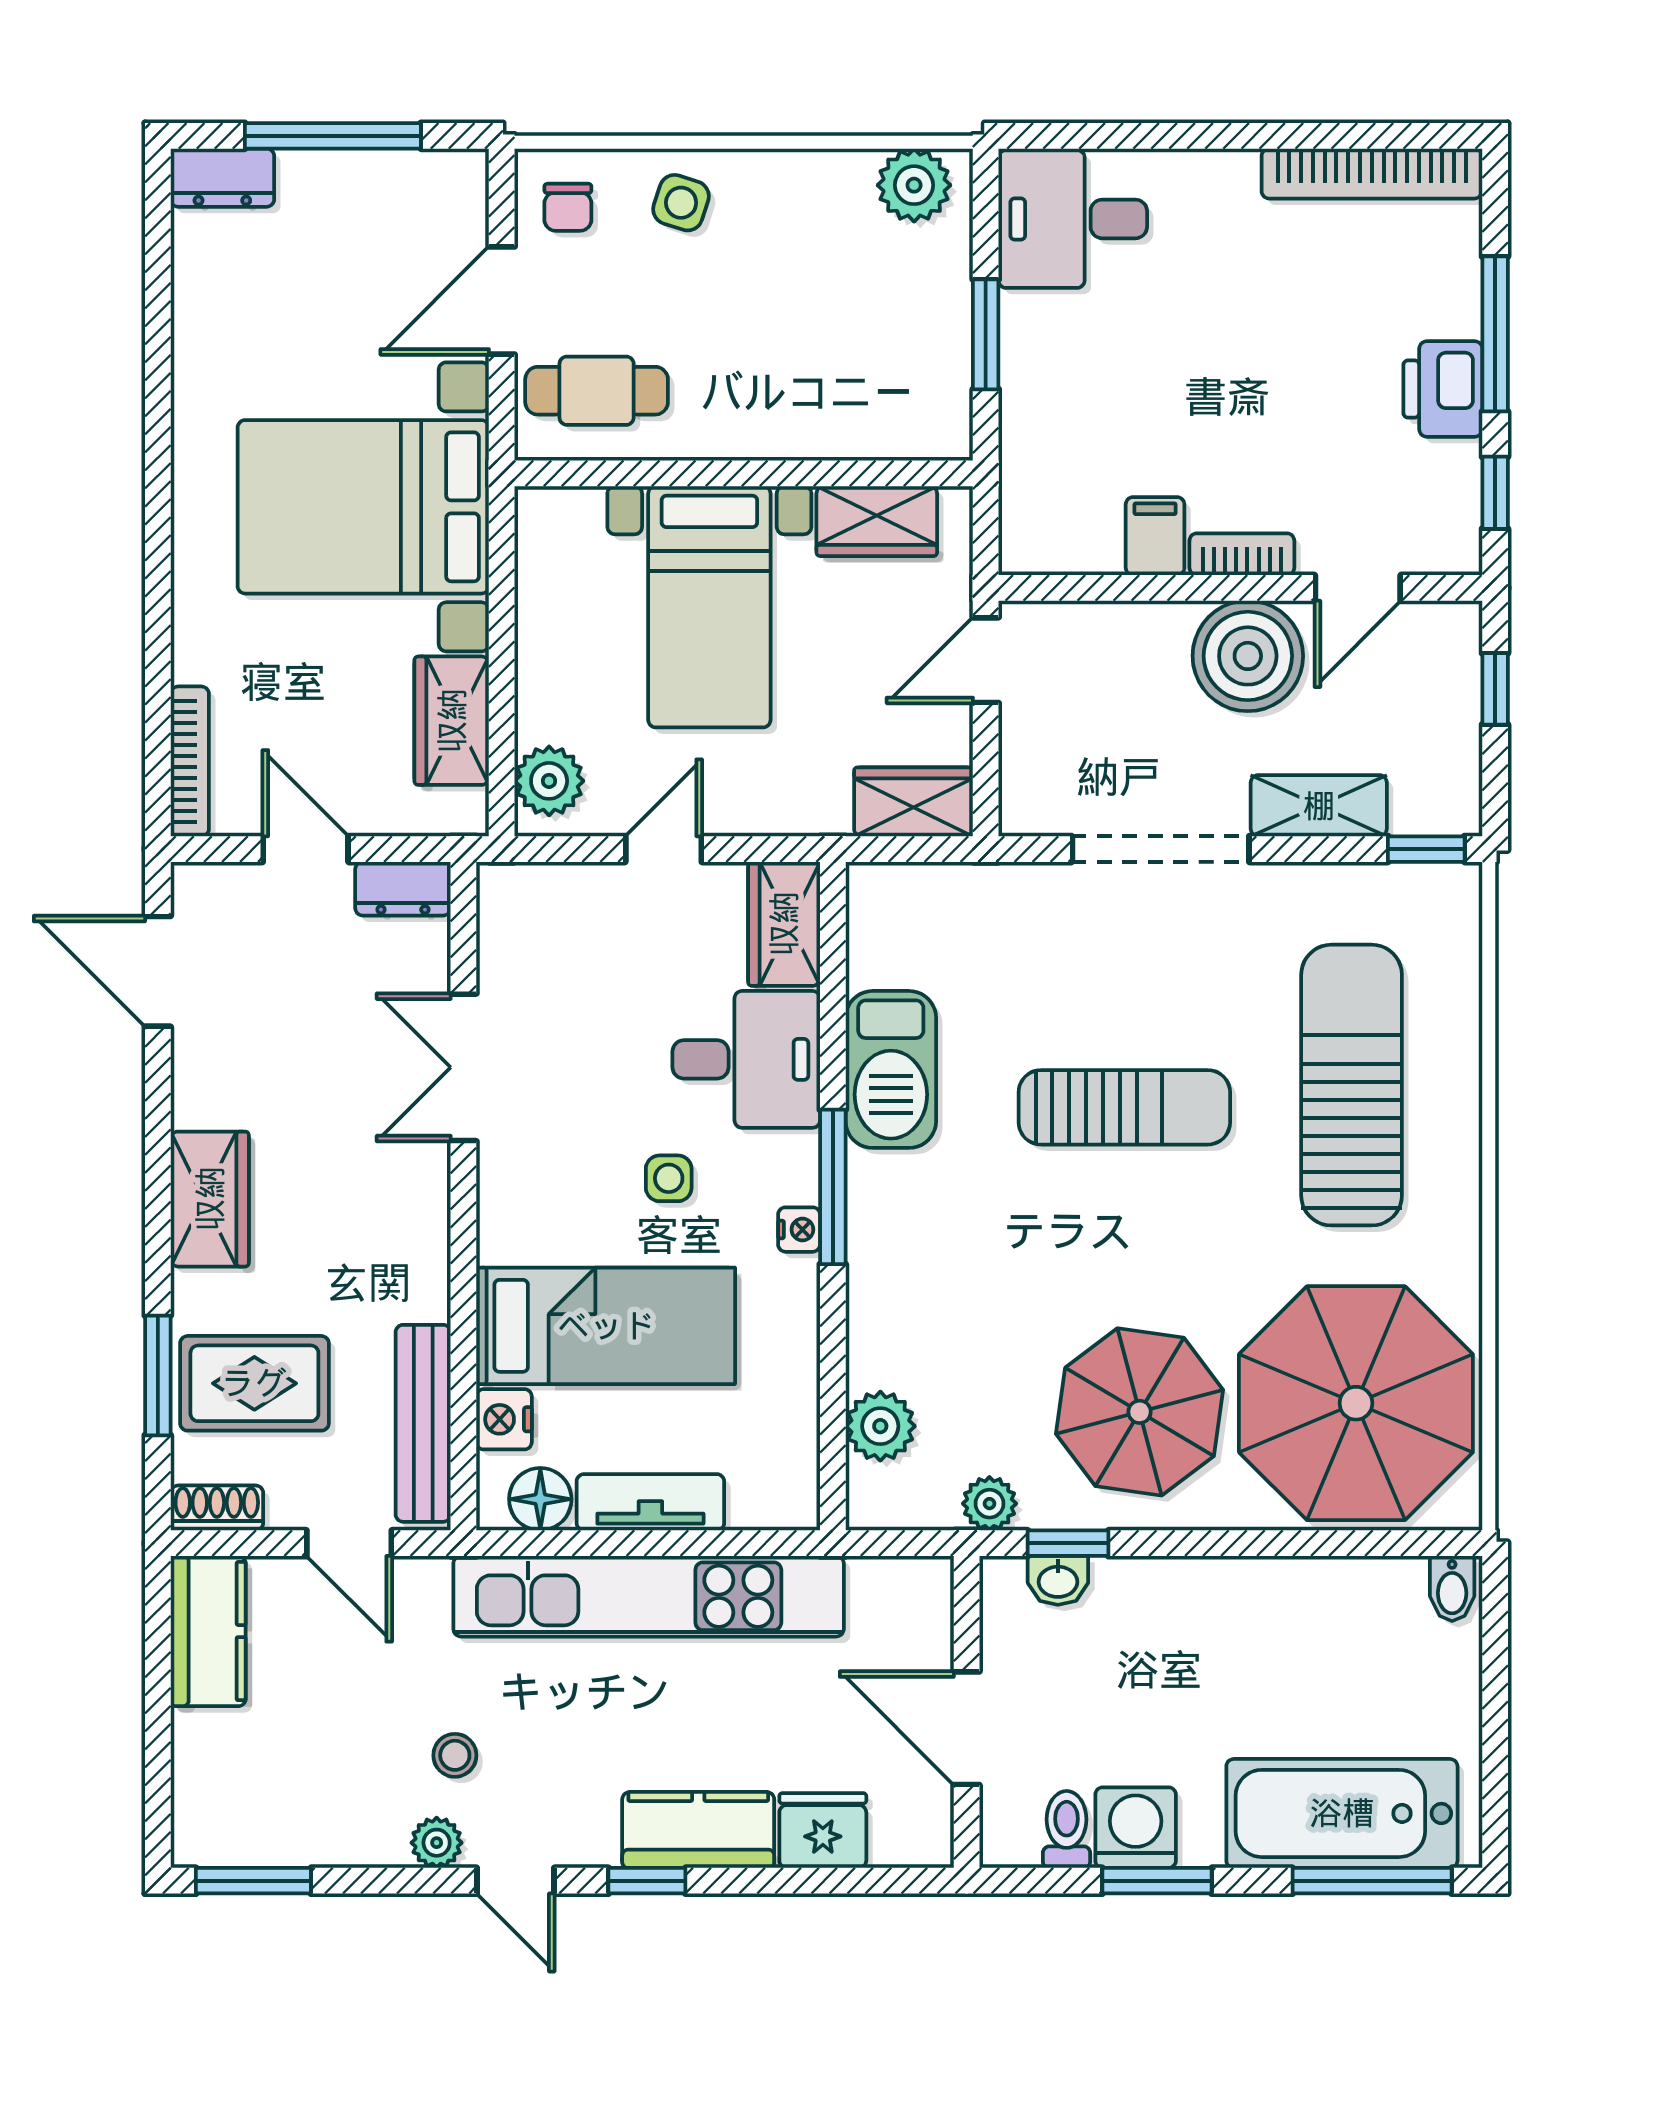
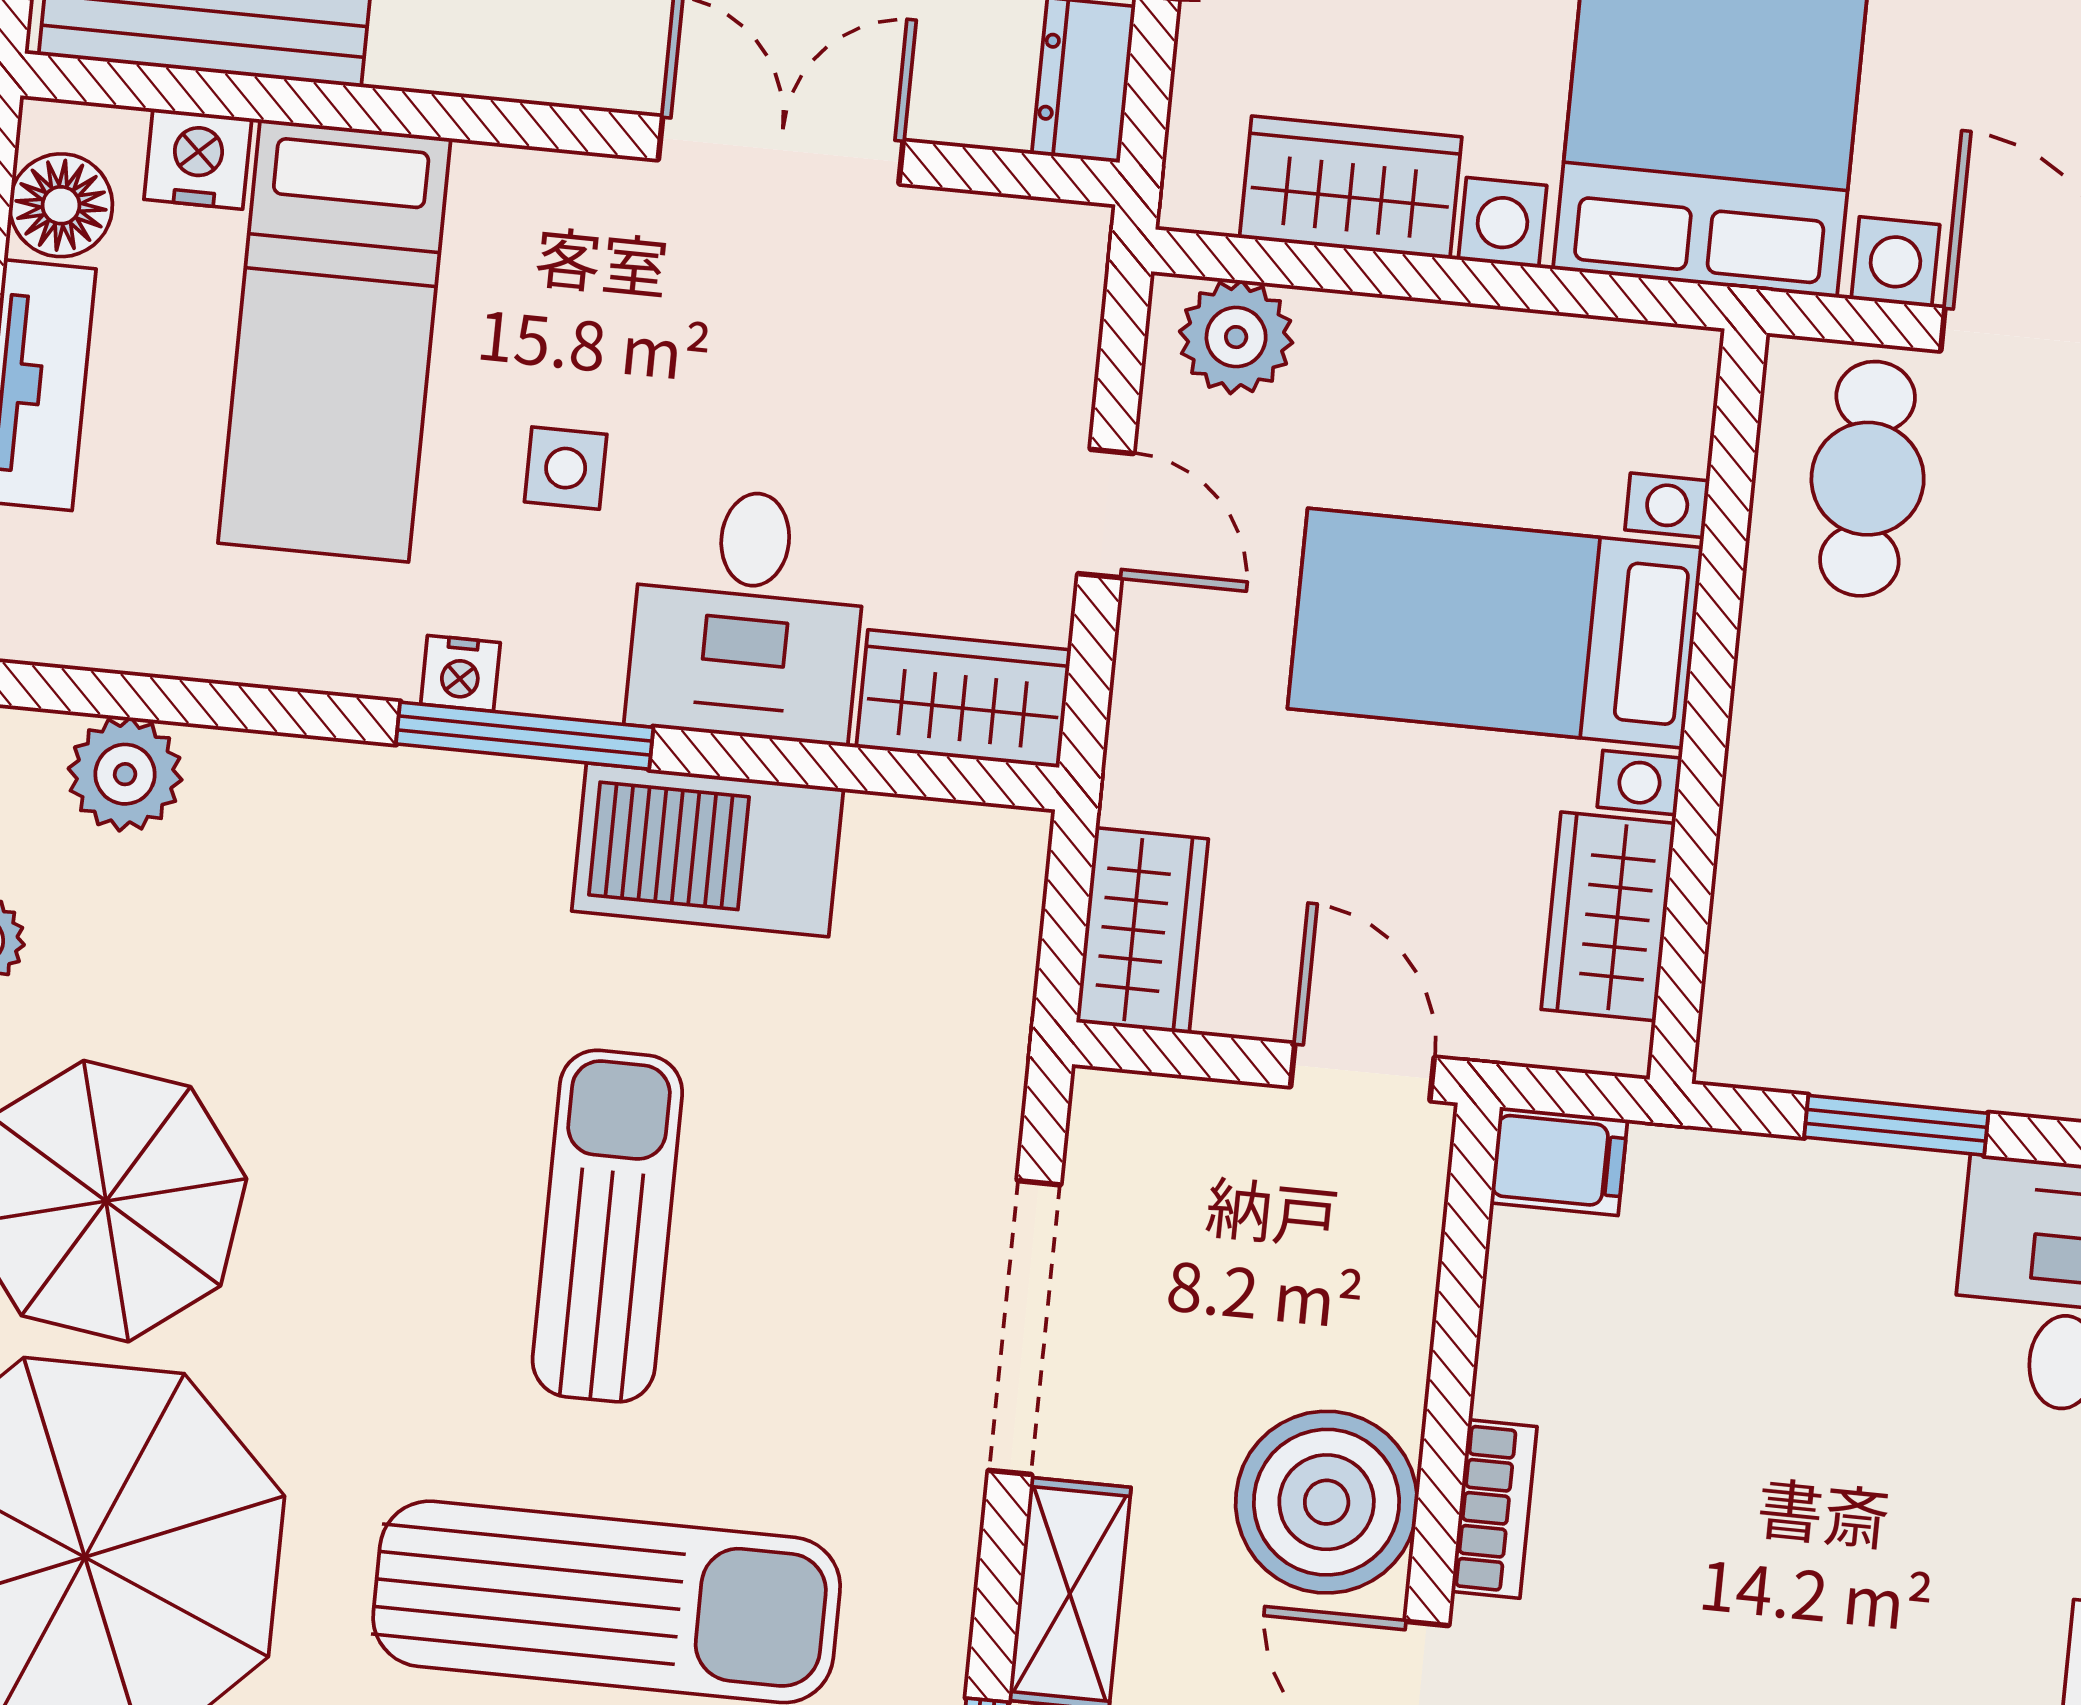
filing cabinet: (1155, 536) -> (1559, 1161), moved
sun lounger: (1124, 1107) -> (607, 1226), turned 180

